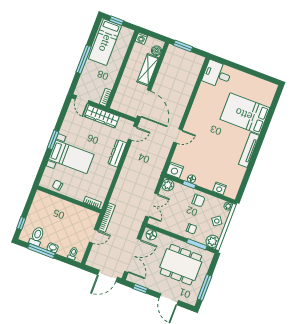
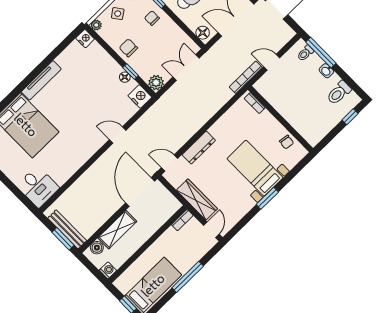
bench: (183, 54) -> (67, 229), added
nightstand: (219, 188) -> (85, 39), moved
window: (41, 251) -> (321, 53), moved

